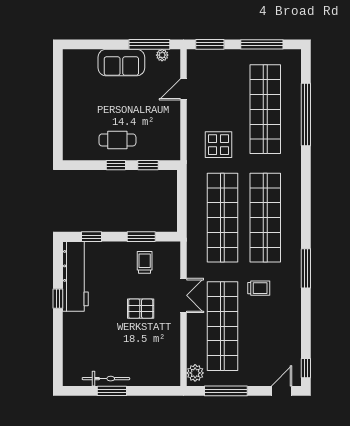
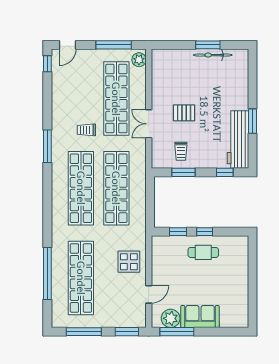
plant: (162, 55) -> (171, 318), width x1.88, depth x1.88
display table: (219, 145) -> (129, 262), moved
window: (58, 299) -> (253, 121), width x1.50

